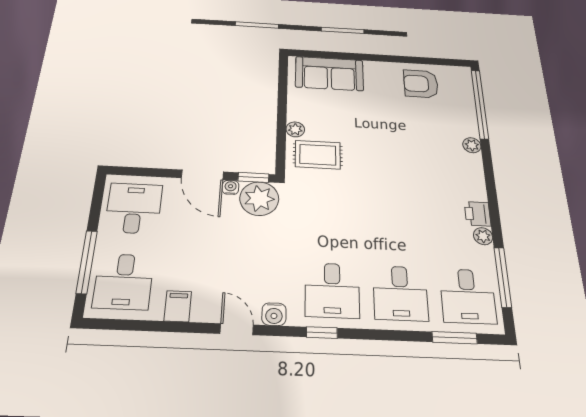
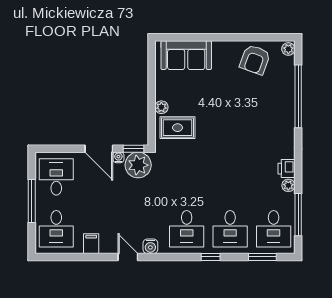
armchair: (421, 84) -> (255, 60), turned -70
window: (480, 104) -> (298, 96), moved
plant: (472, 145) -> (288, 49), moved
window: (87, 262) -> (32, 201), moved
window: (322, 333) -> (211, 257), moved

